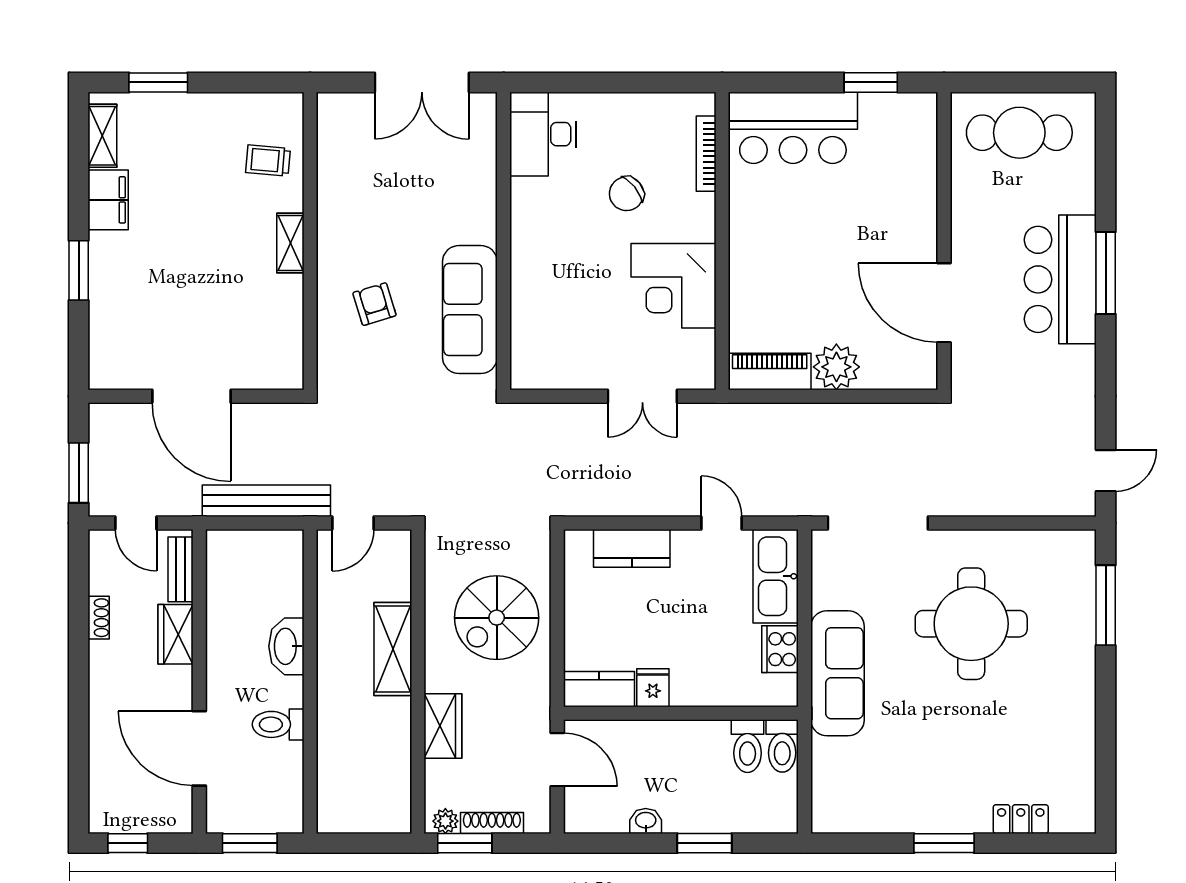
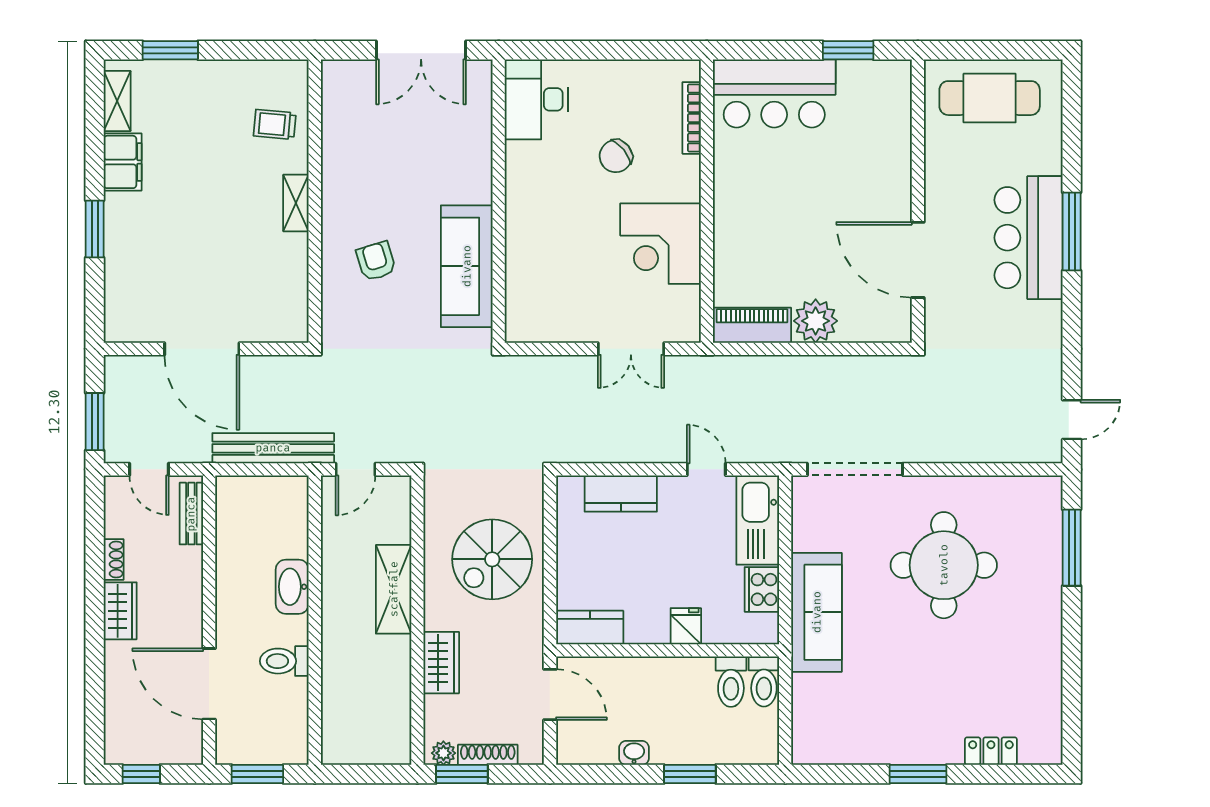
wardrobe: (175, 634) -> (120, 611), moved, turned 180
fridge: (653, 688) -> (686, 626), moved

